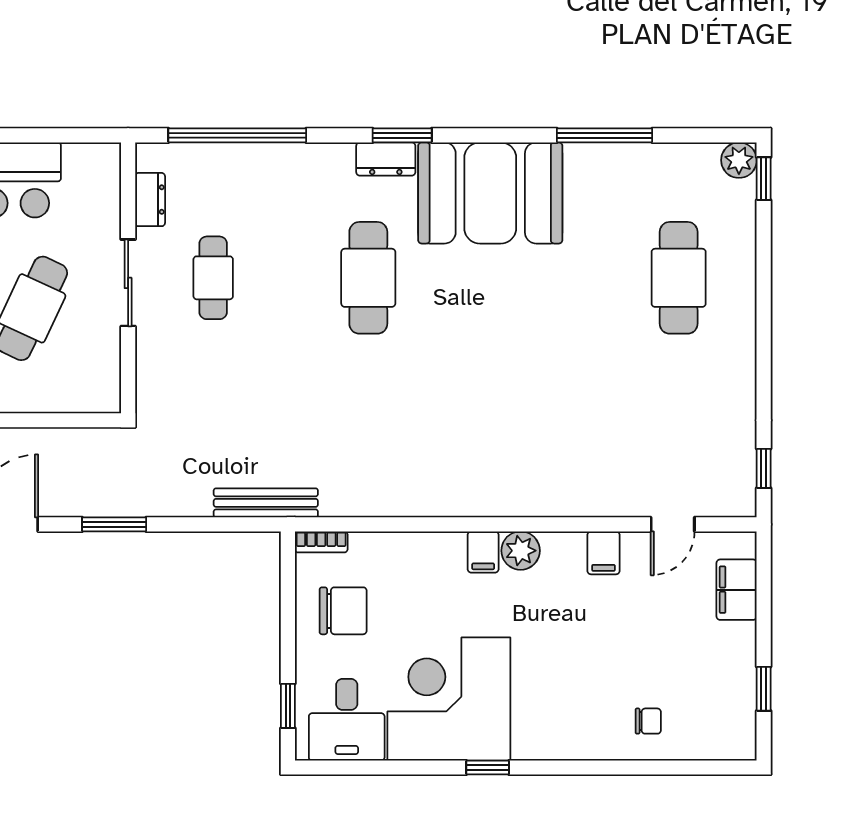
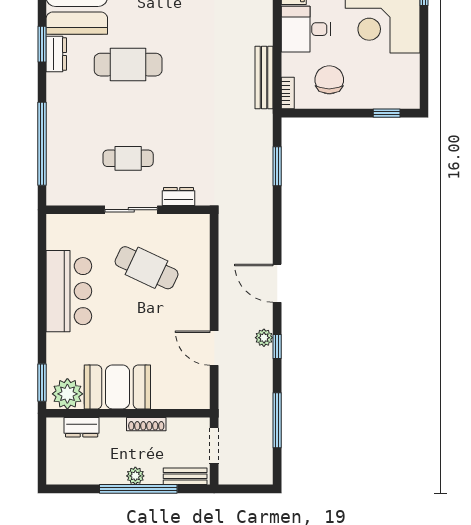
dresser: (150, 200) -> (178, 196), moved
bench: (266, 503) -> (264, 78), moved
window: (114, 524) -> (277, 166), moved
desk: (347, 720) -> (306, 29), moved, turned 180

